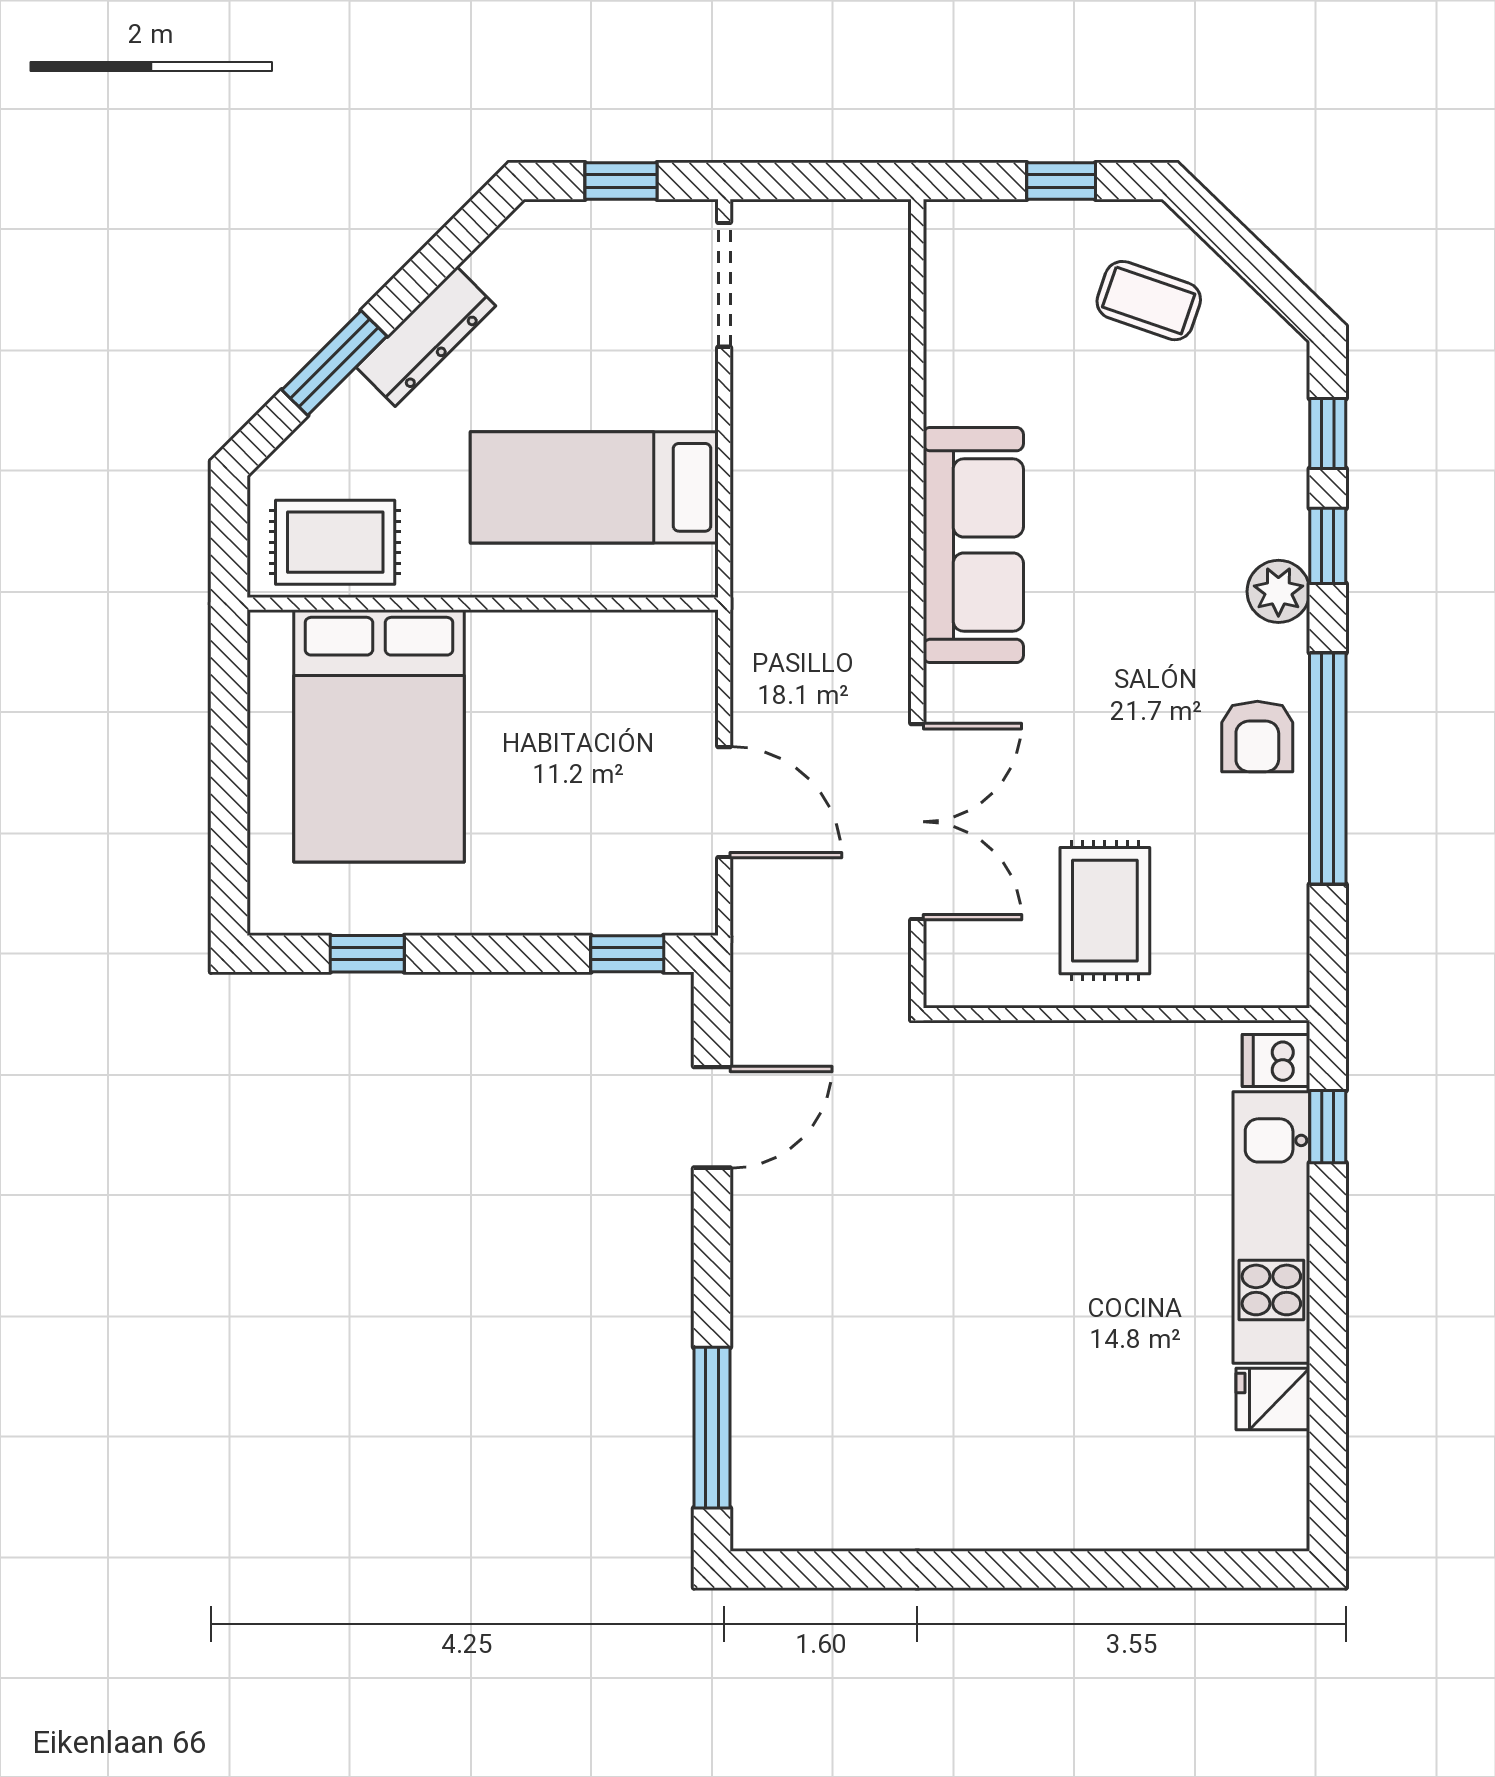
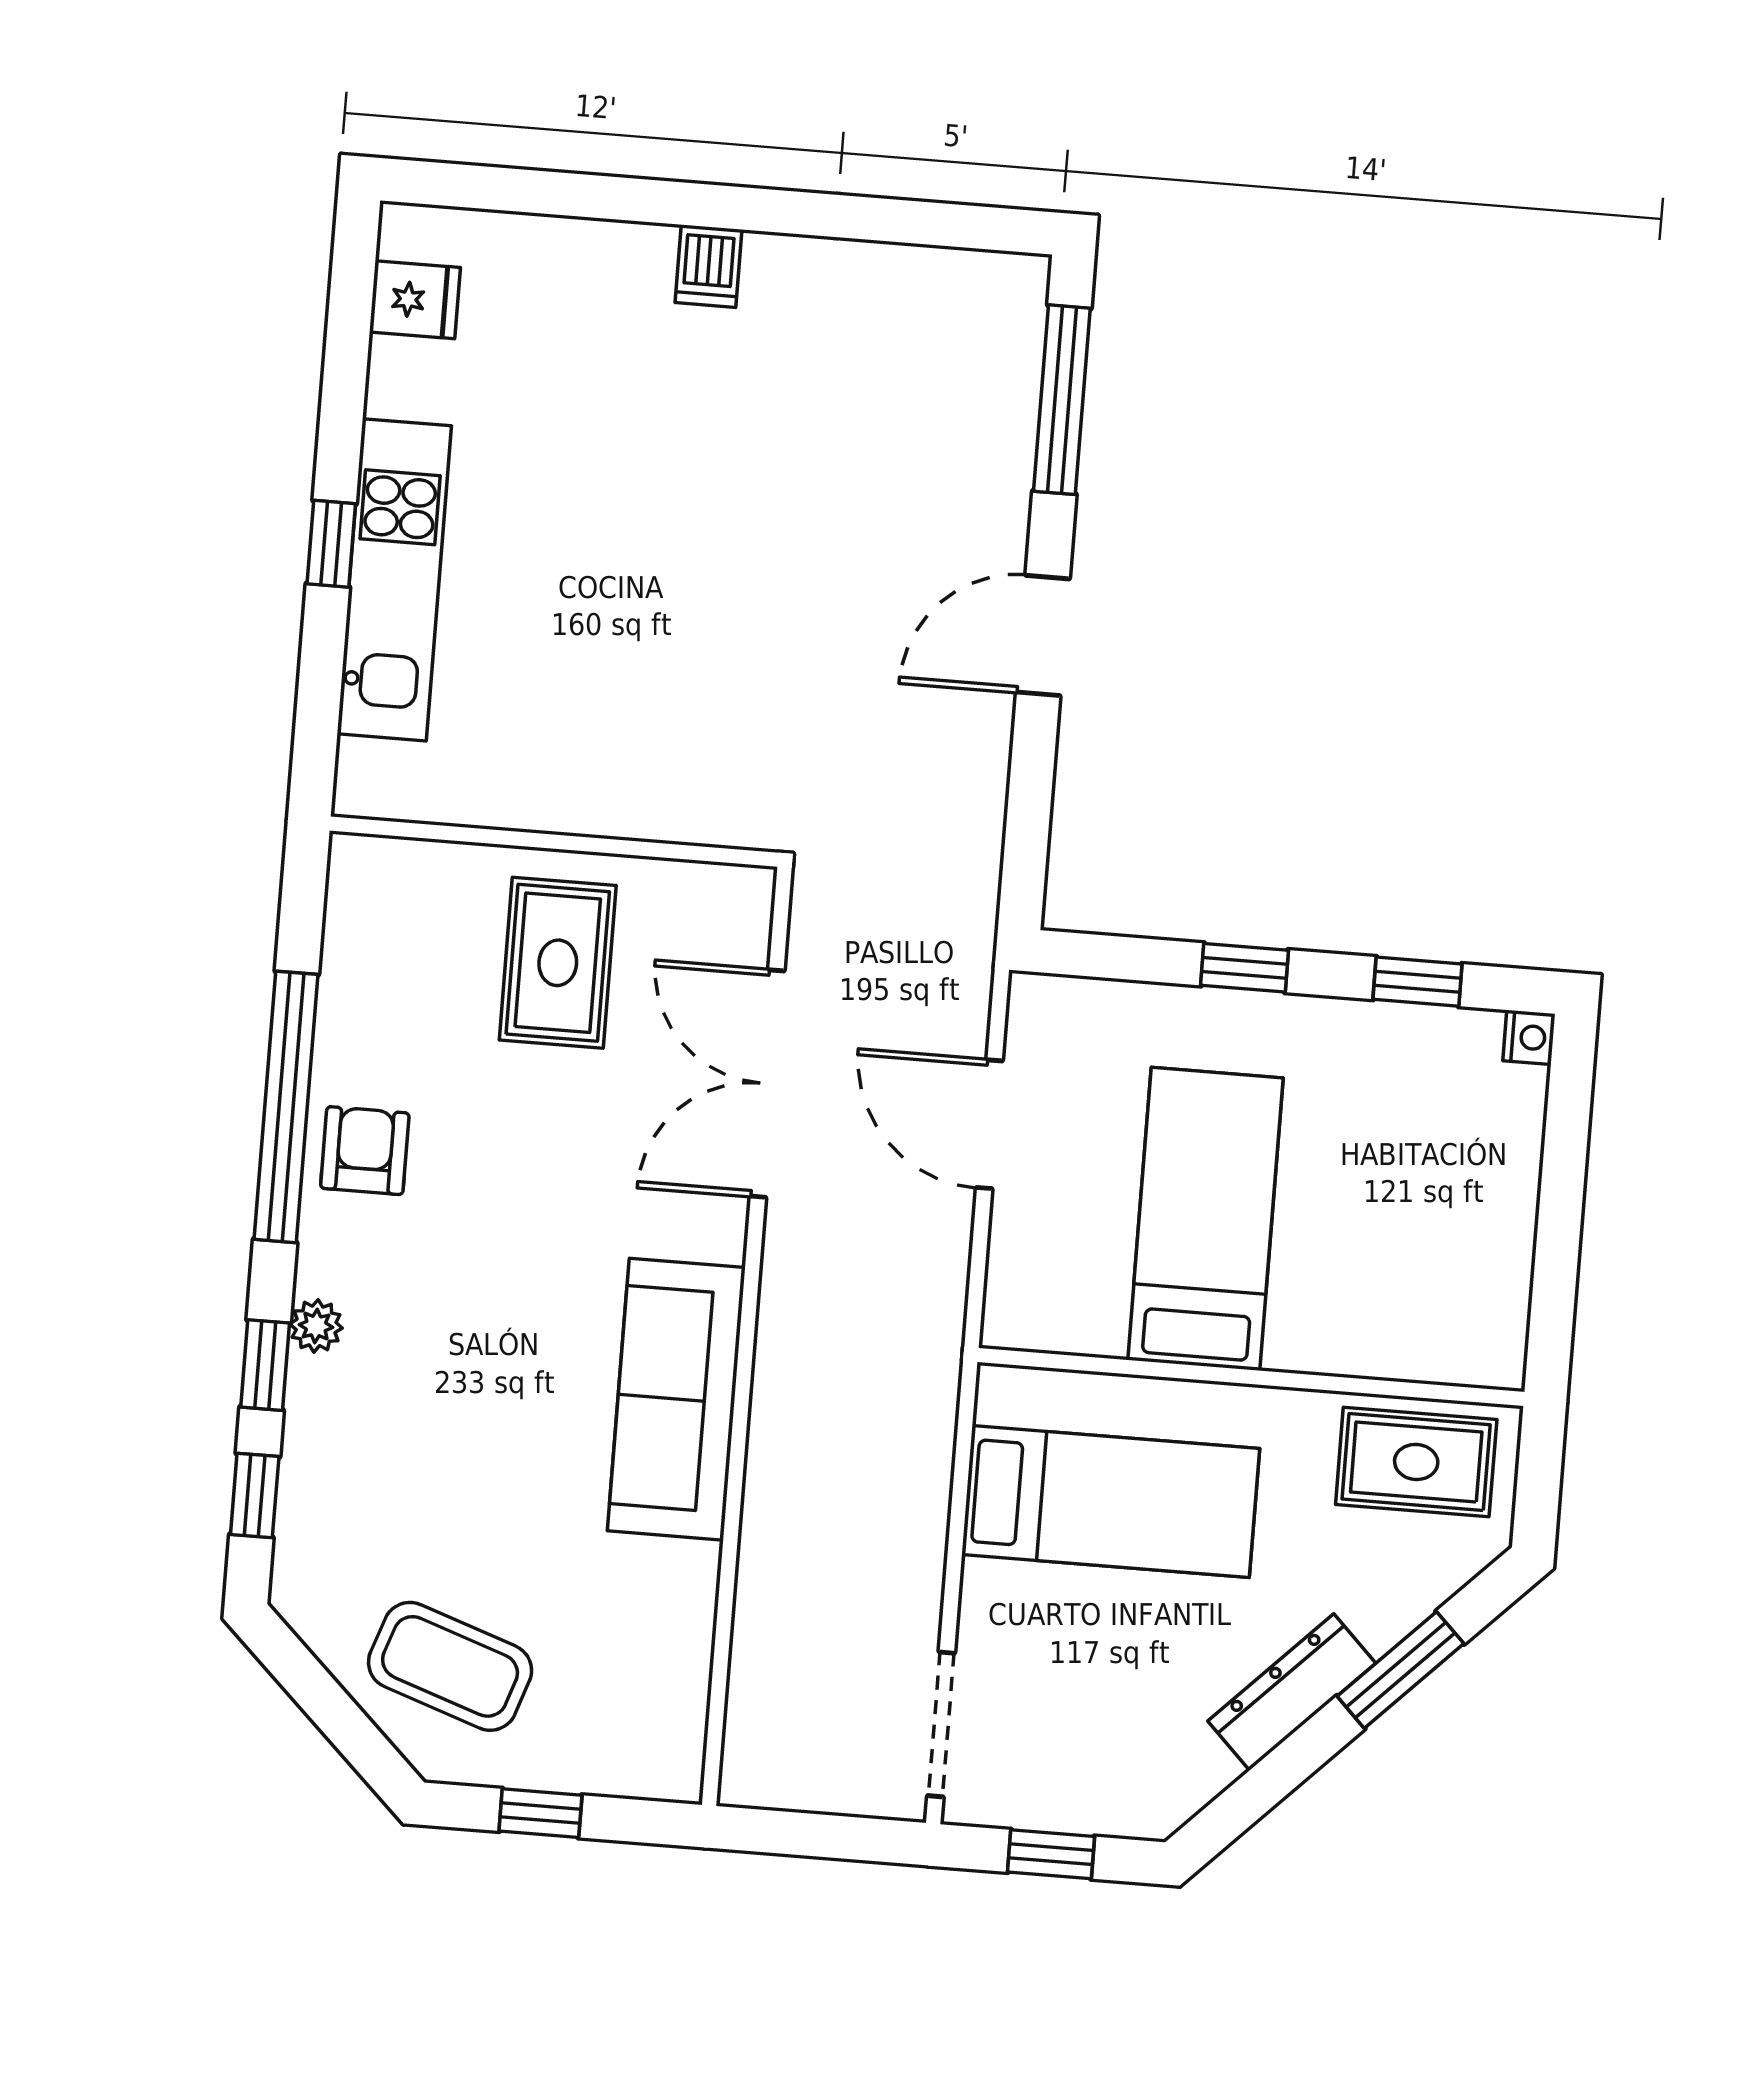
coffee table: (1149, 301) -> (450, 1666), width x1.36, depth x1.30
plant: (1278, 591) -> (316, 1326), width x0.73, depth x0.73
bed: (379, 736) -> (1205, 1219), moved, width x0.67
nightstand: (268, 914) -> (1529, 1037), added
window: (627, 954) -> (1244, 968), moved
dishwasher: (1276, 1061) -> (709, 266), moved, turned 90
door: (712, 1117) -> (1043, 635), moved
window: (1328, 1127) -> (331, 544), moved
fridge: (1273, 1399) -> (415, 300), moved

